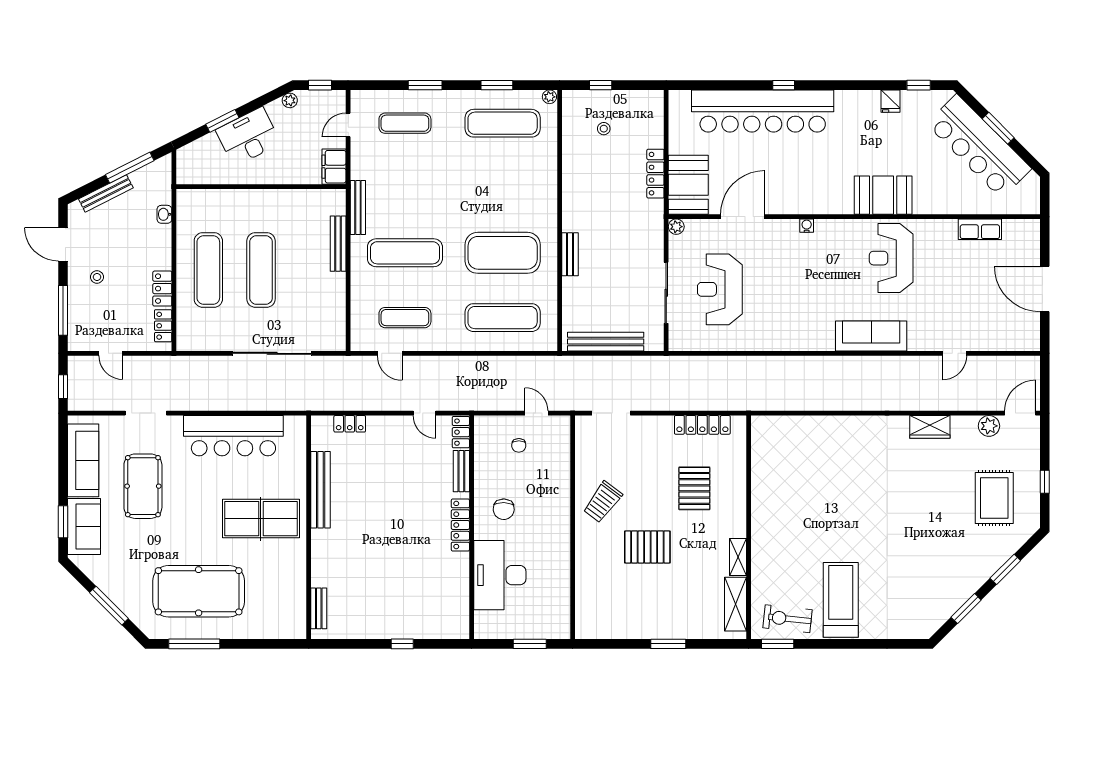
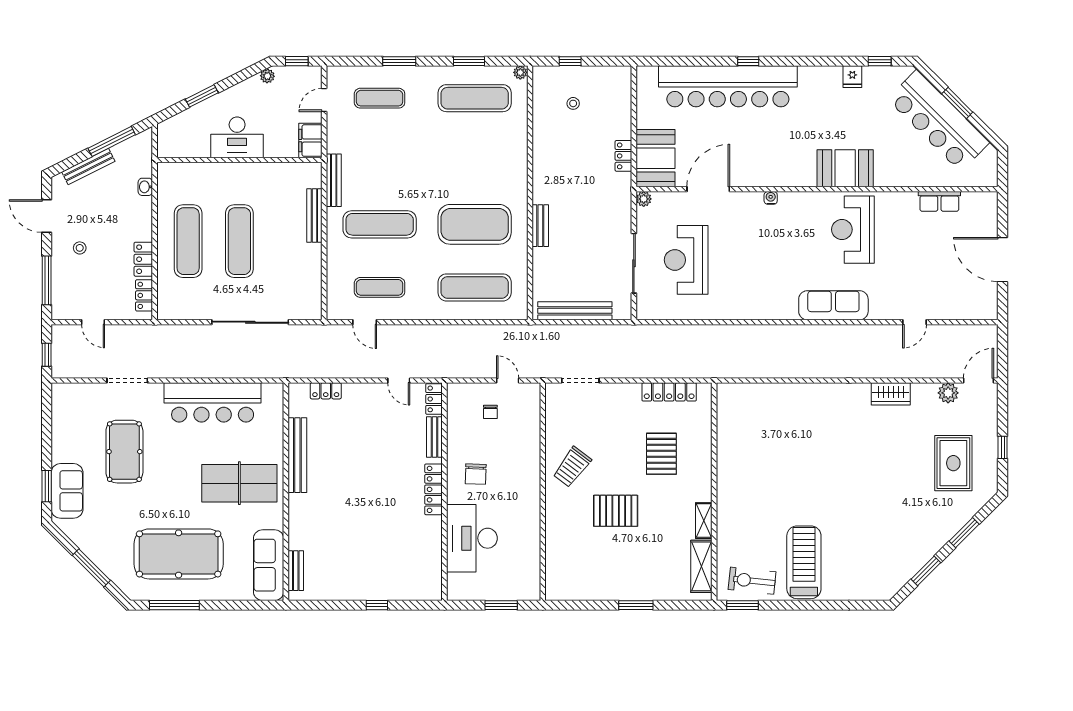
desk: (248, 137) -> (237, 137), moved, turned -153
locker: (655, 174) -> (623, 156), width x0.66
sofa: (83, 460) -> (269, 565), moved, turned 180

